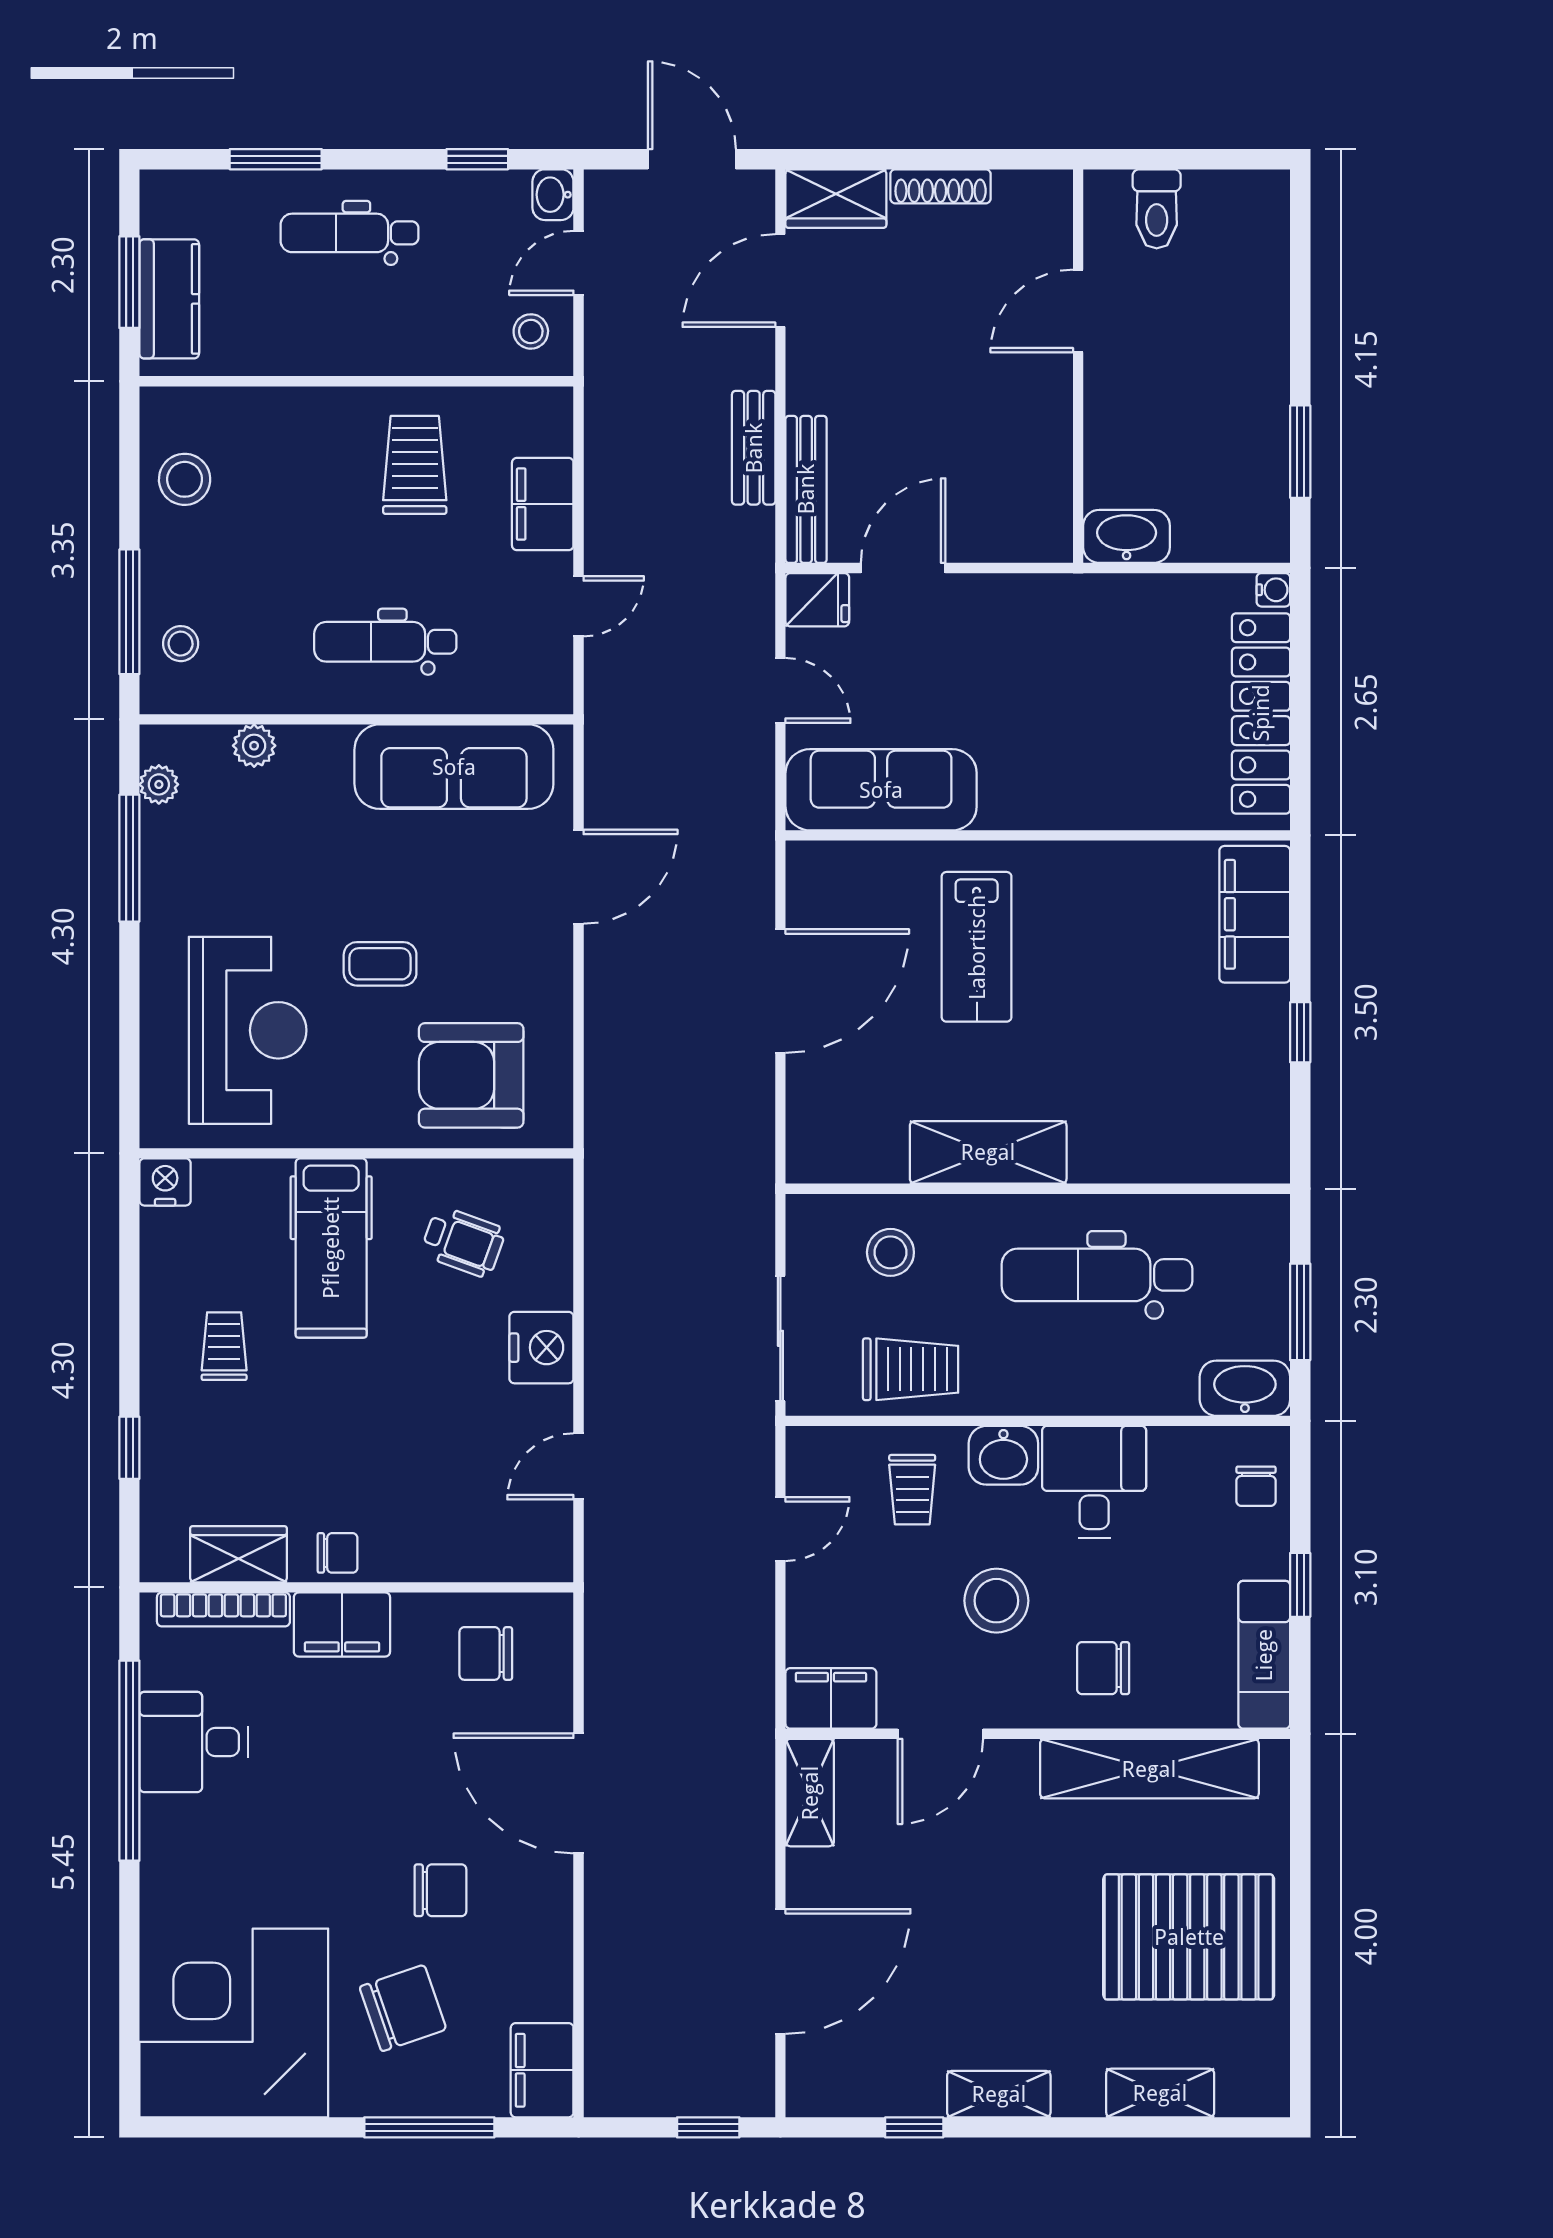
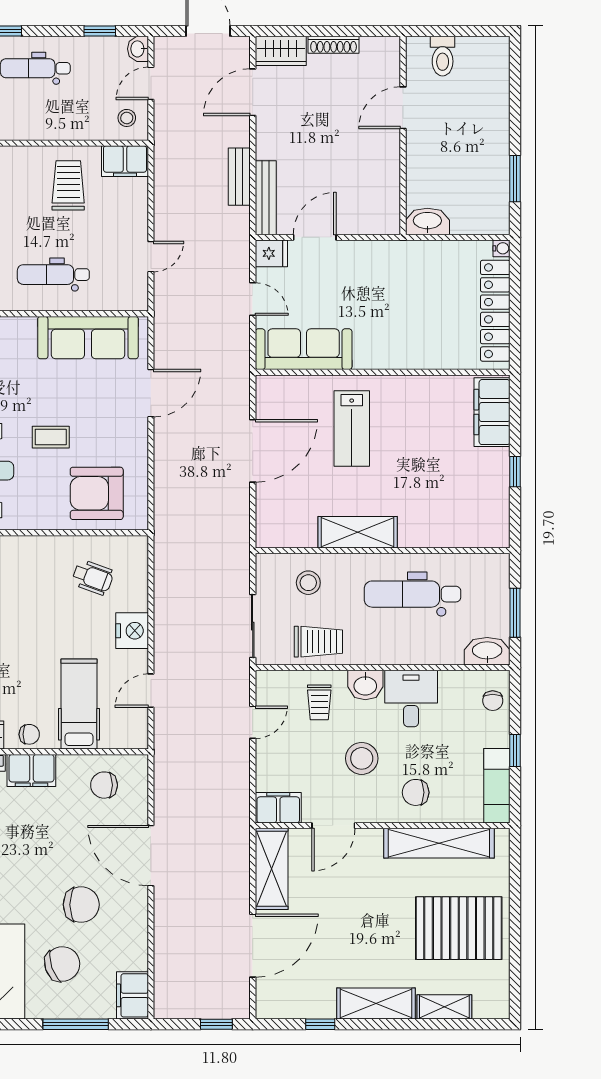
filing cabinet: (543, 504) -> (125, 161), moved, turned -90
hospital bed: (331, 1248) -> (79, 704), moved, turned 180
shelving: (810, 1793) -> (272, 869), width x1.50, depth x1.33
chair: (440, 1890) -> (81, 905), width x1.37, depth x1.37
shelving: (999, 2094) -> (376, 1003), width x1.50, depth x1.33

